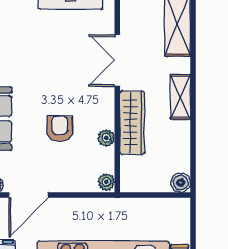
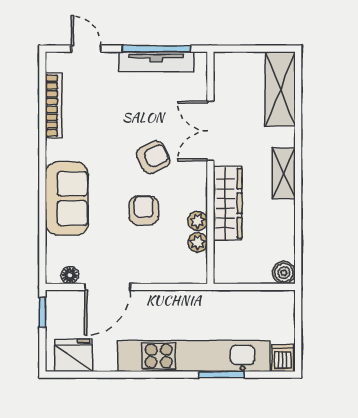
armchair: (68, 83) -> (153, 157), added
plant: (106, 182) -> (198, 242), moved

